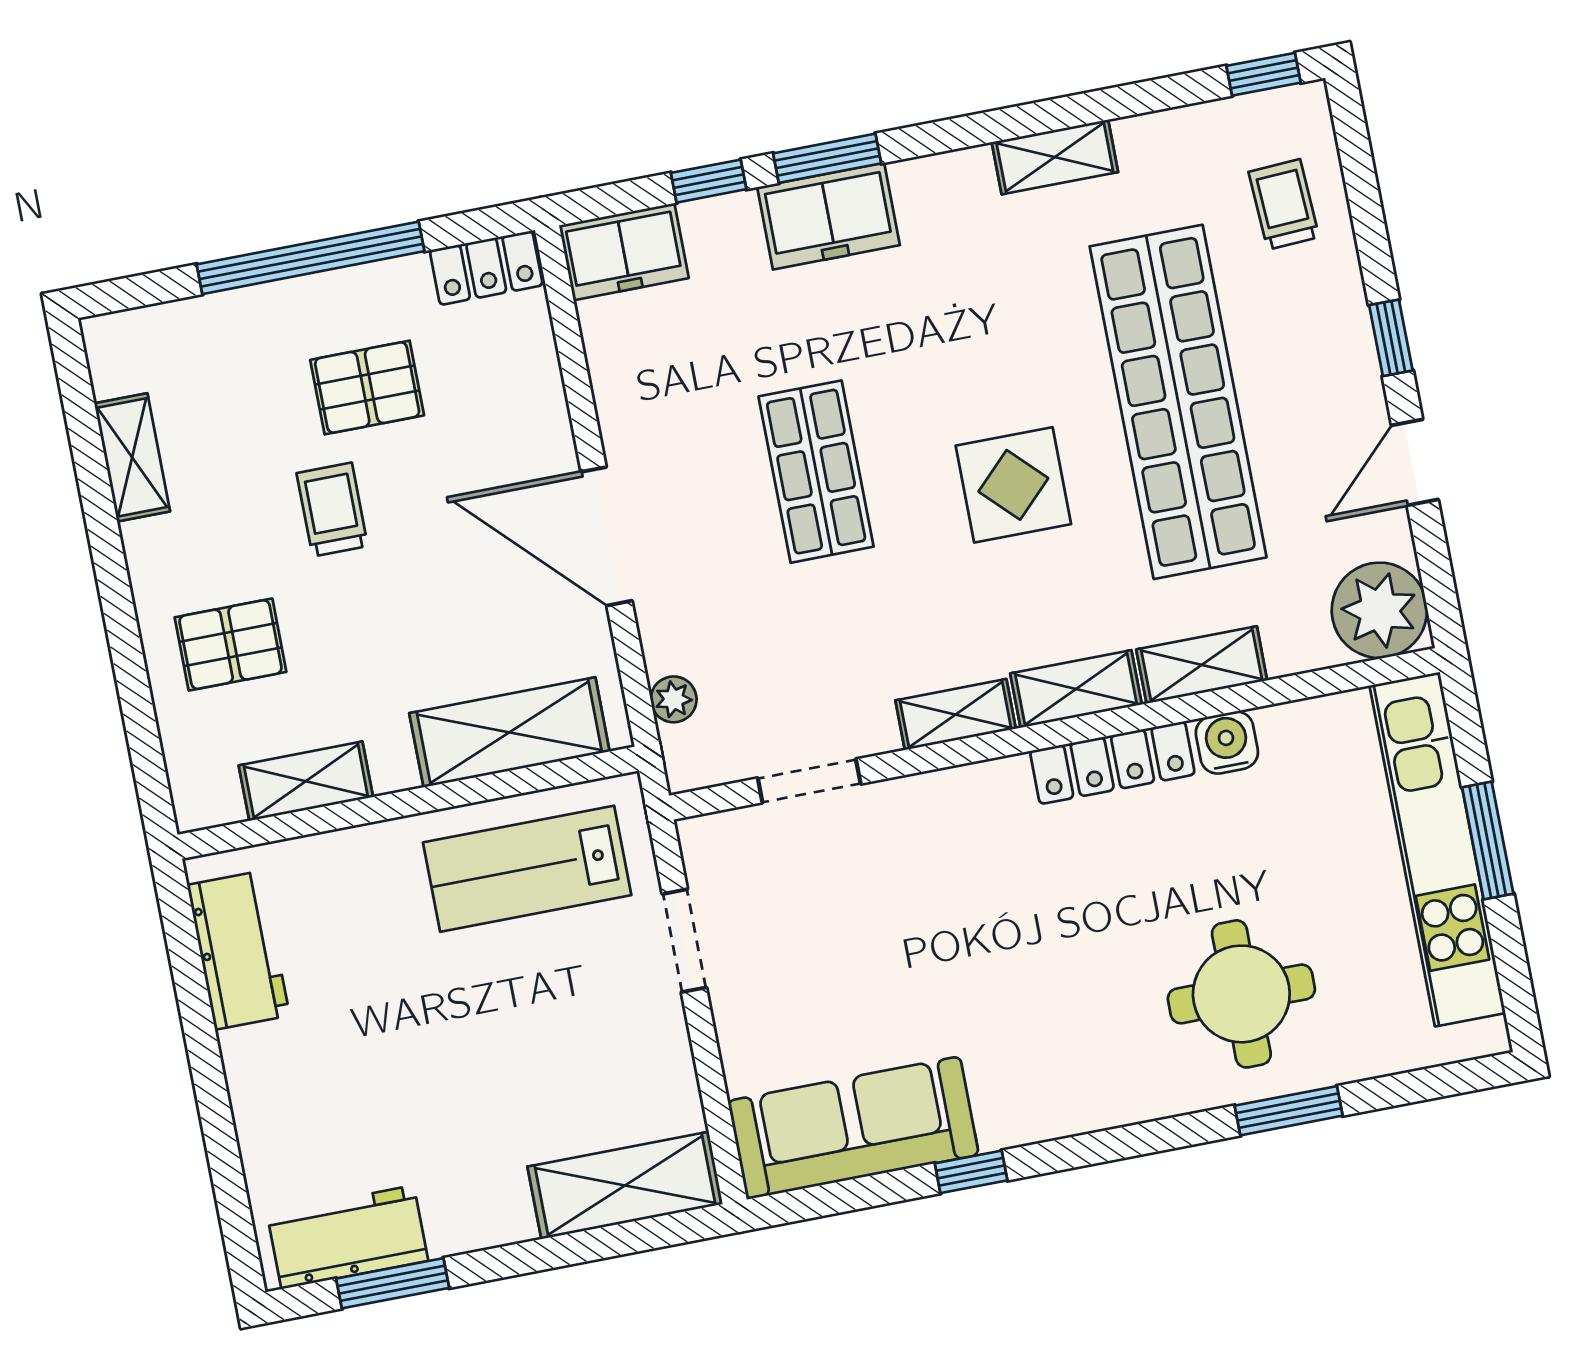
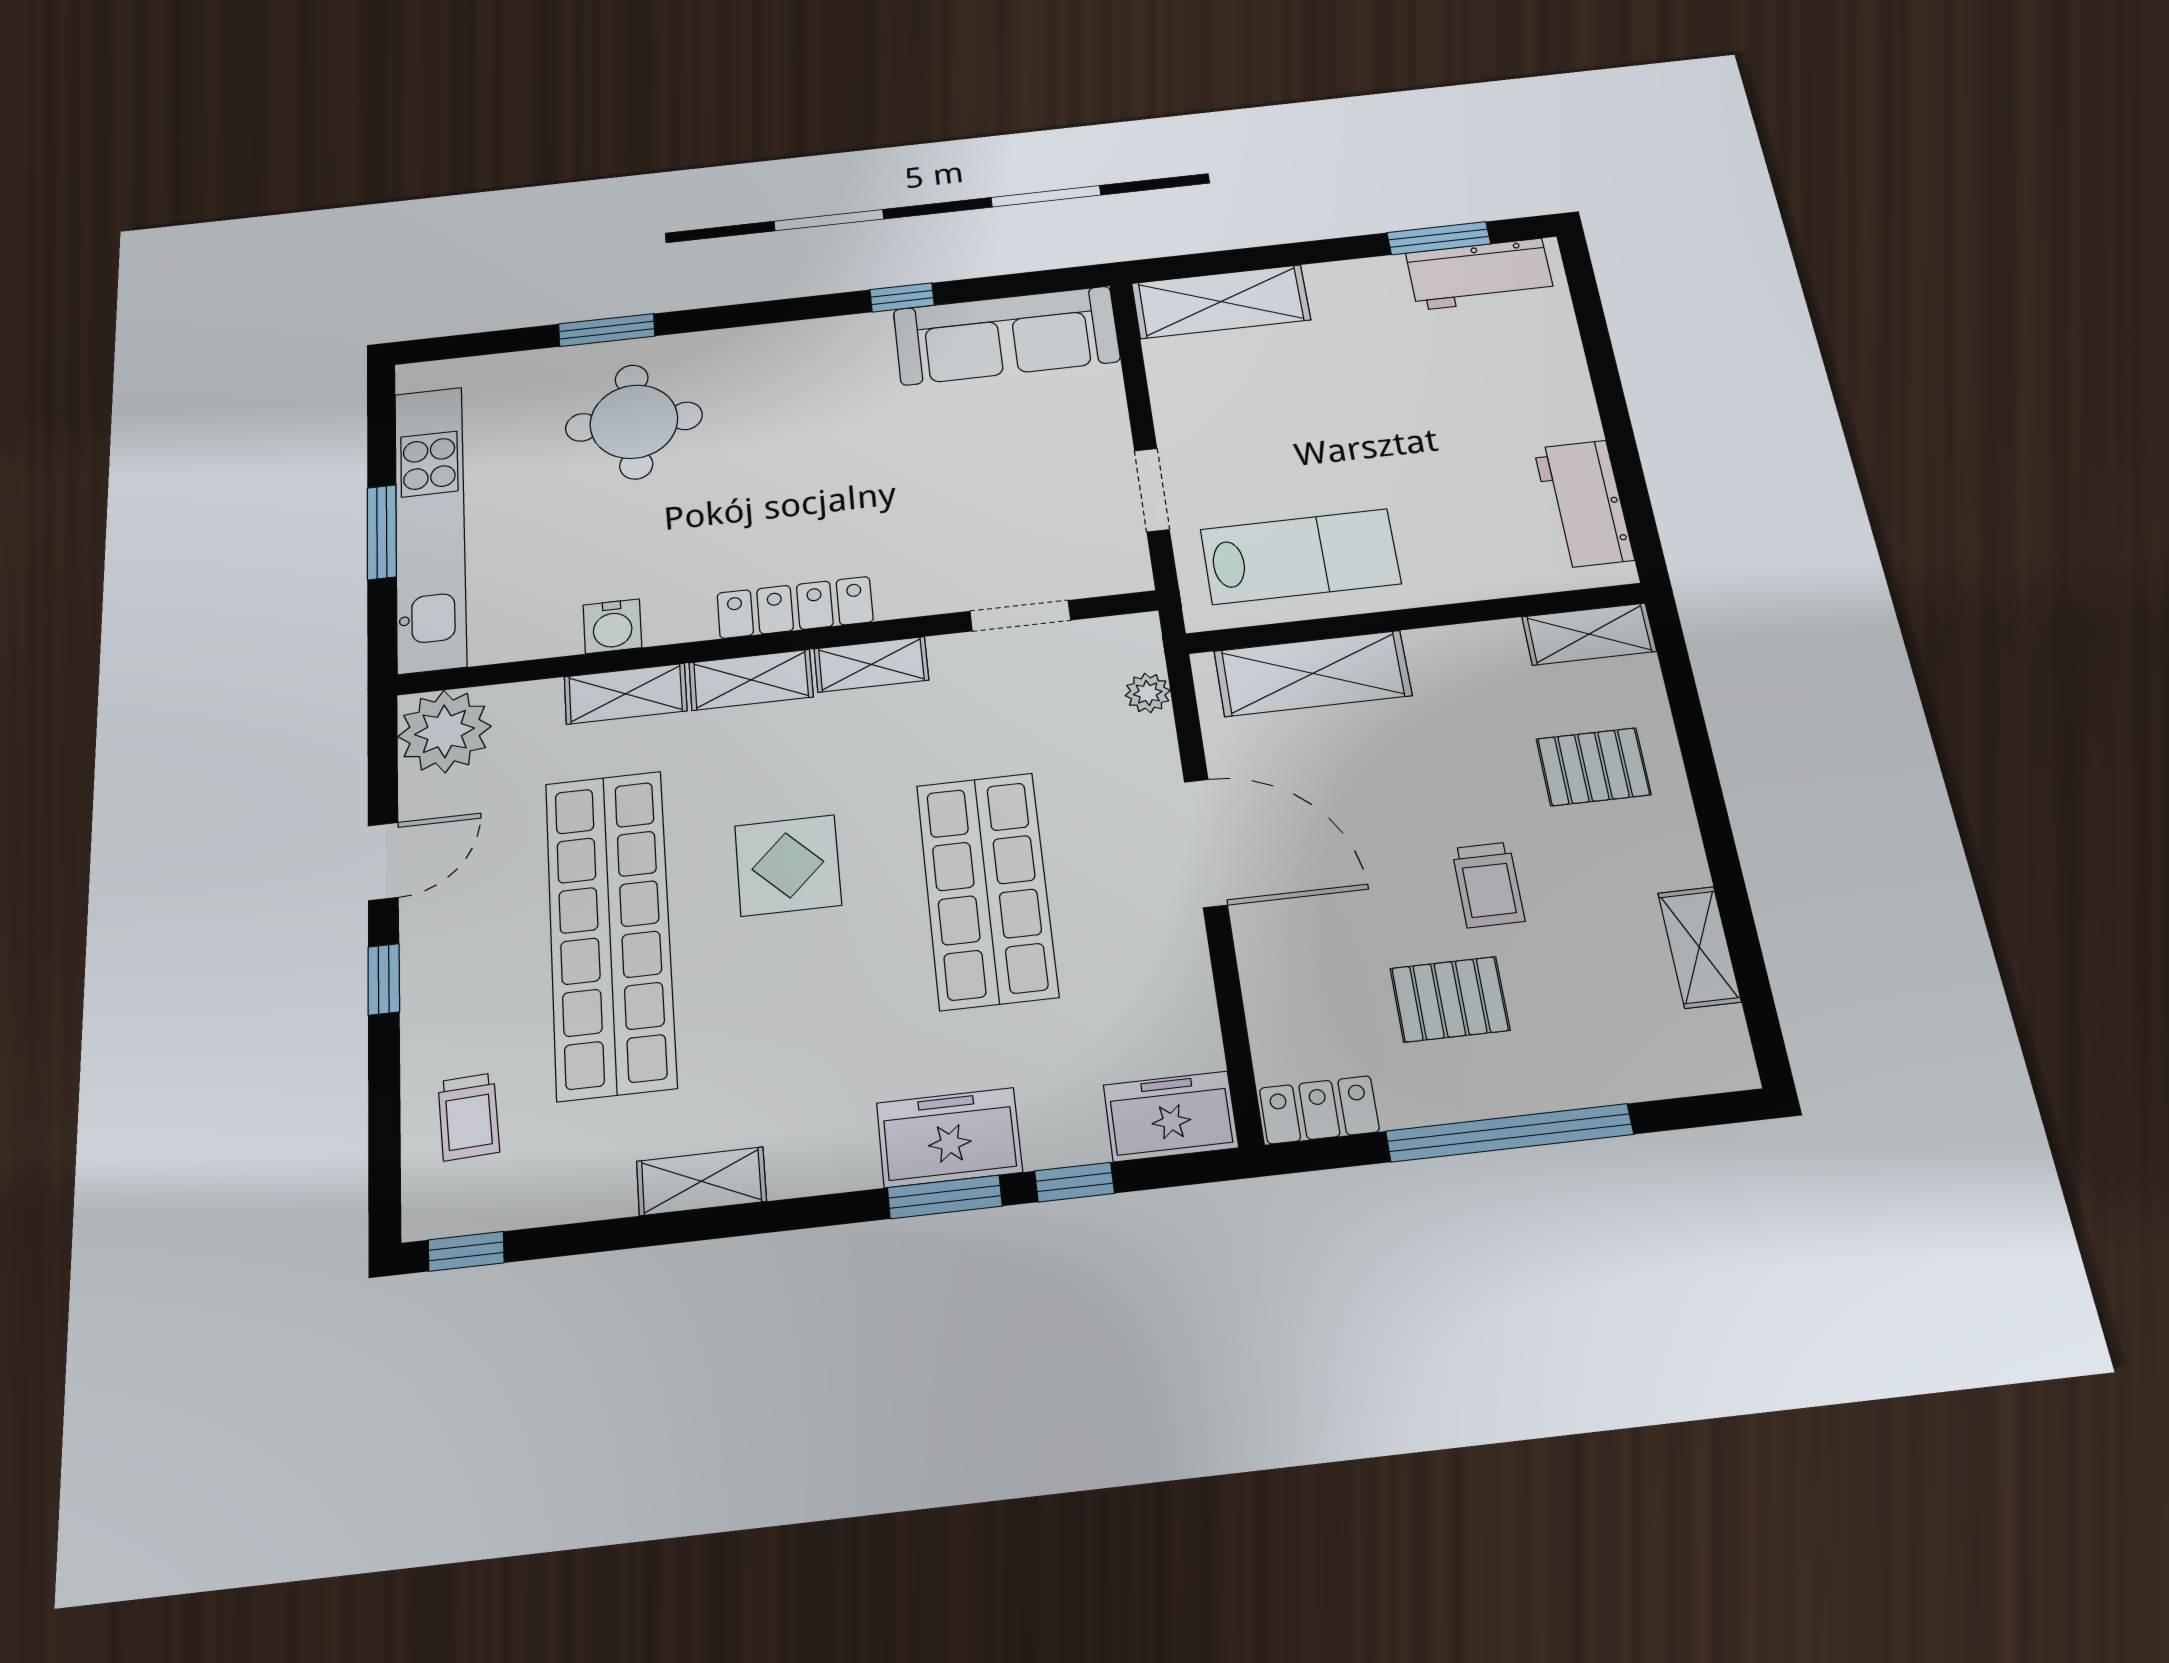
shop shelf: (816, 472) -> (987, 890), width x1.43, depth x1.36
locker: (1112, 763) -> (795, 607), moved
shelving: (306, 781) -> (1589, 634), moved

